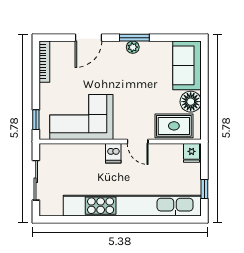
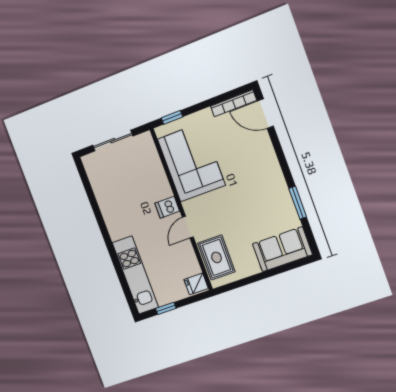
door: (88, 38) -> (265, 114), moved
window: (134, 38) -> (298, 203), moved
plant: (133, 47) -> (281, 188), removed
floor lamp: (191, 102) -> (247, 266), removed
kitchen unit: (132, 206) -> (135, 275), width x0.54

